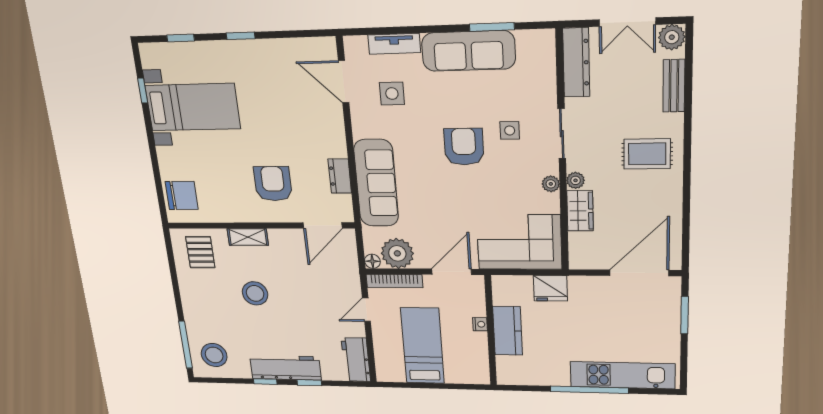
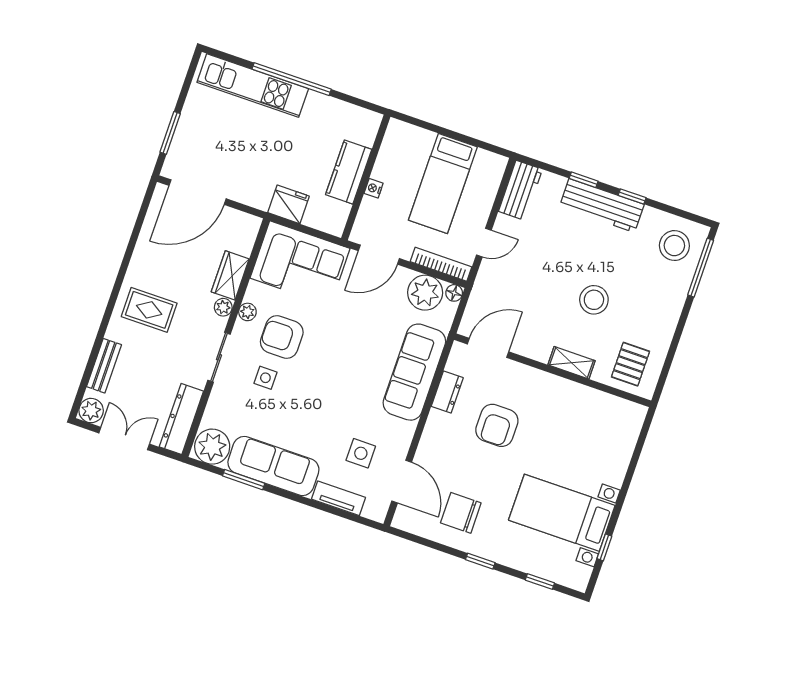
plant: (535, 47) -> (212, 447), added
armchair: (464, 147) -> (282, 337), moved, turned 90
armchair: (273, 184) -> (497, 425), moved
chair: (182, 195) -> (461, 513), moved

